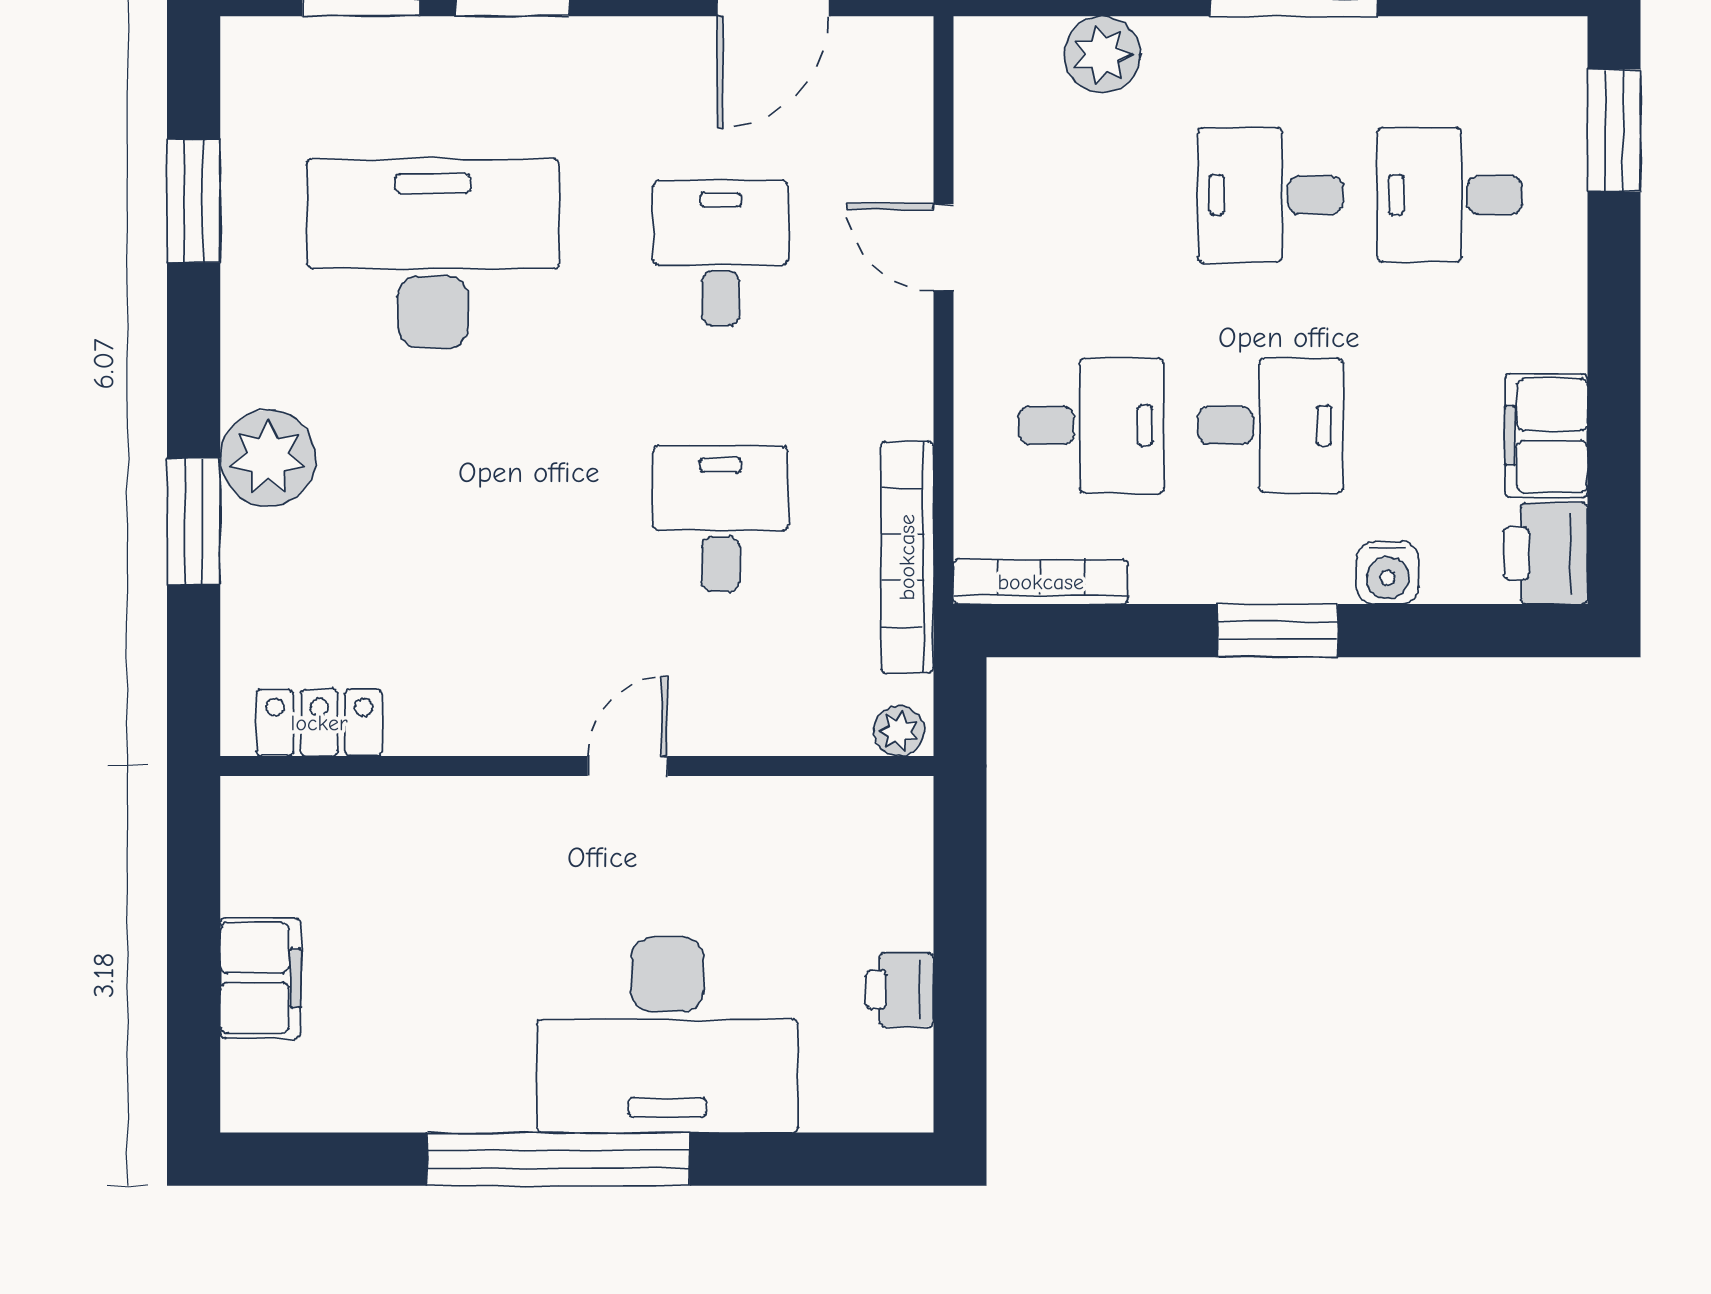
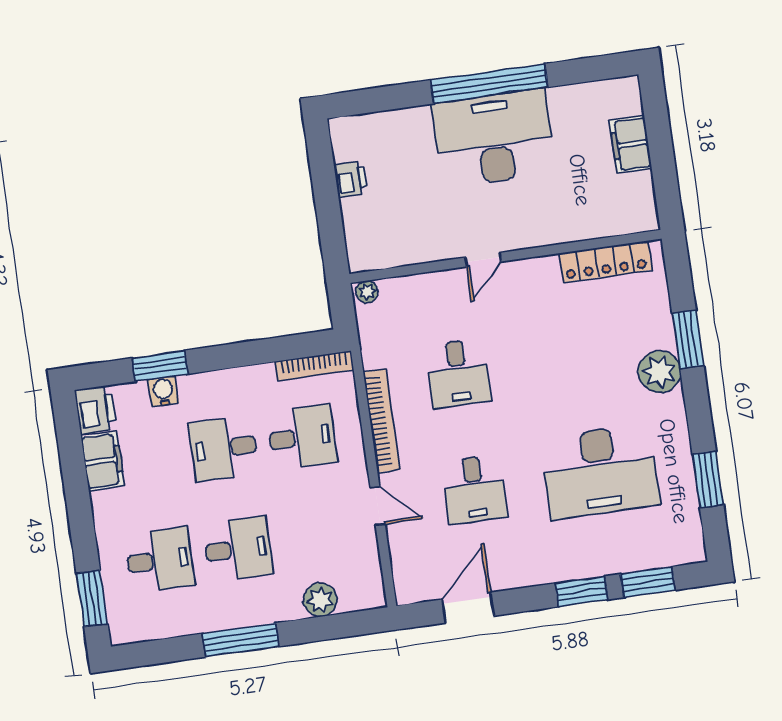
desk: (1091, 425) -> (302, 437), turned 180
bookcase: (907, 557) -> (382, 421), moved
window: (1278, 631) -> (160, 366), moved
locker: (319, 723) -> (605, 262), width x1.53
desk: (667, 1035) -> (494, 138), moved

